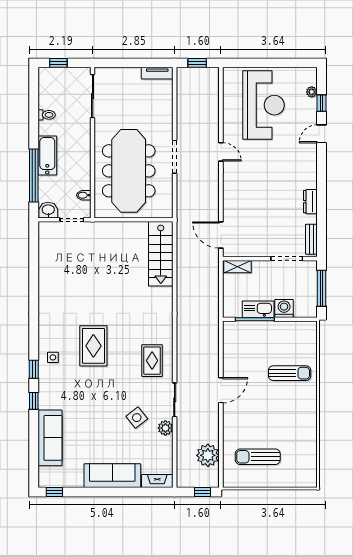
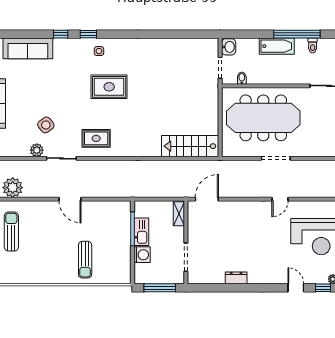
window: (34, 175) -> (297, 34), moved
bench: (311, 239) -> (203, 279), removed

